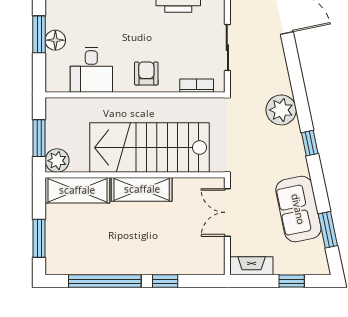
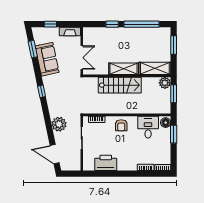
window: (39, 34) -> (174, 134), moved
floor lamp: (55, 40) -> (166, 123), moved
plant: (281, 110) -> (59, 124), moved
stairs: (149, 148) -> (120, 85), width x0.73, depth x0.66

